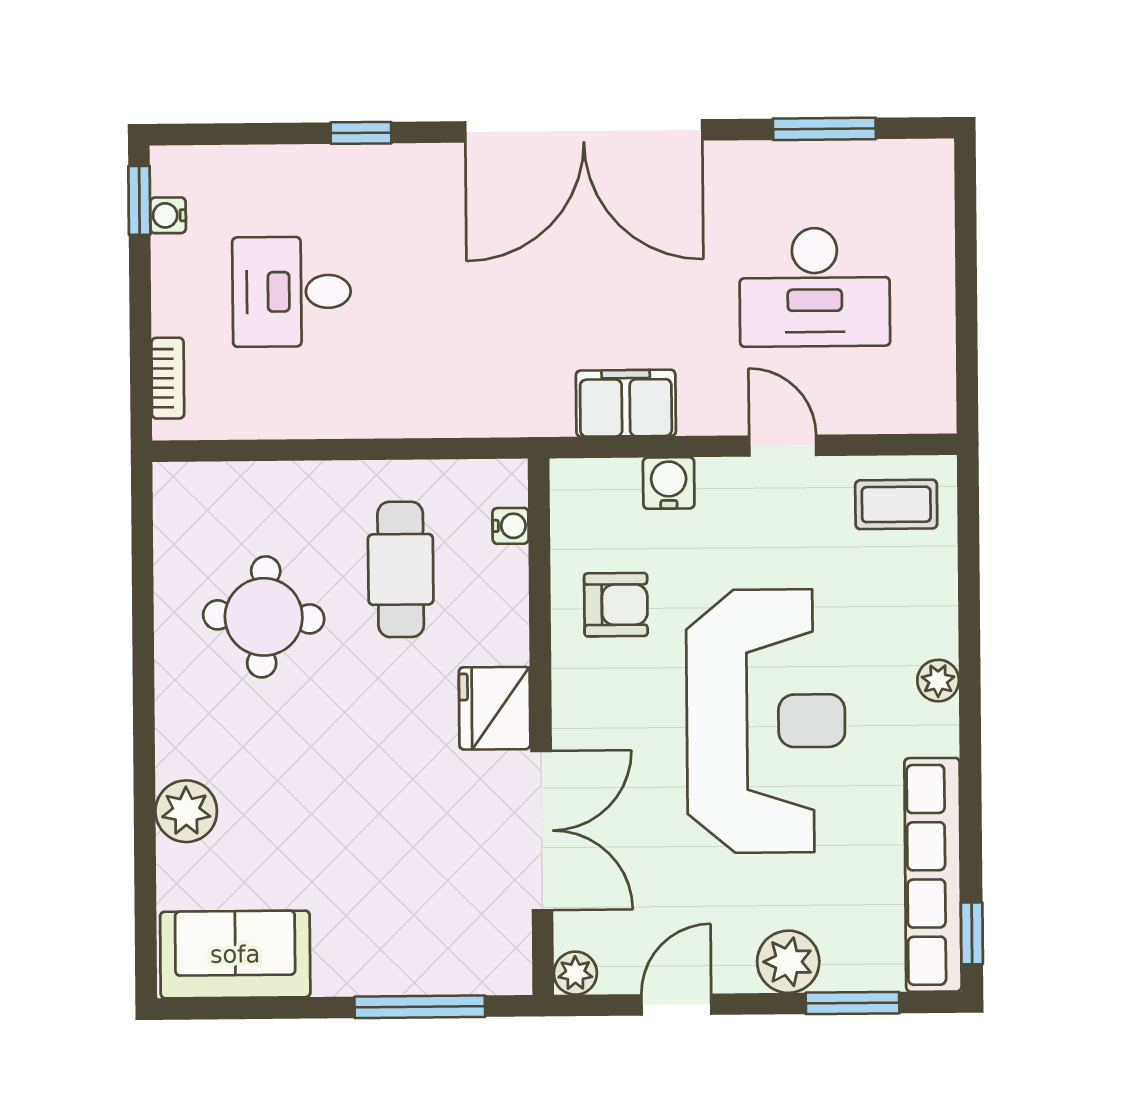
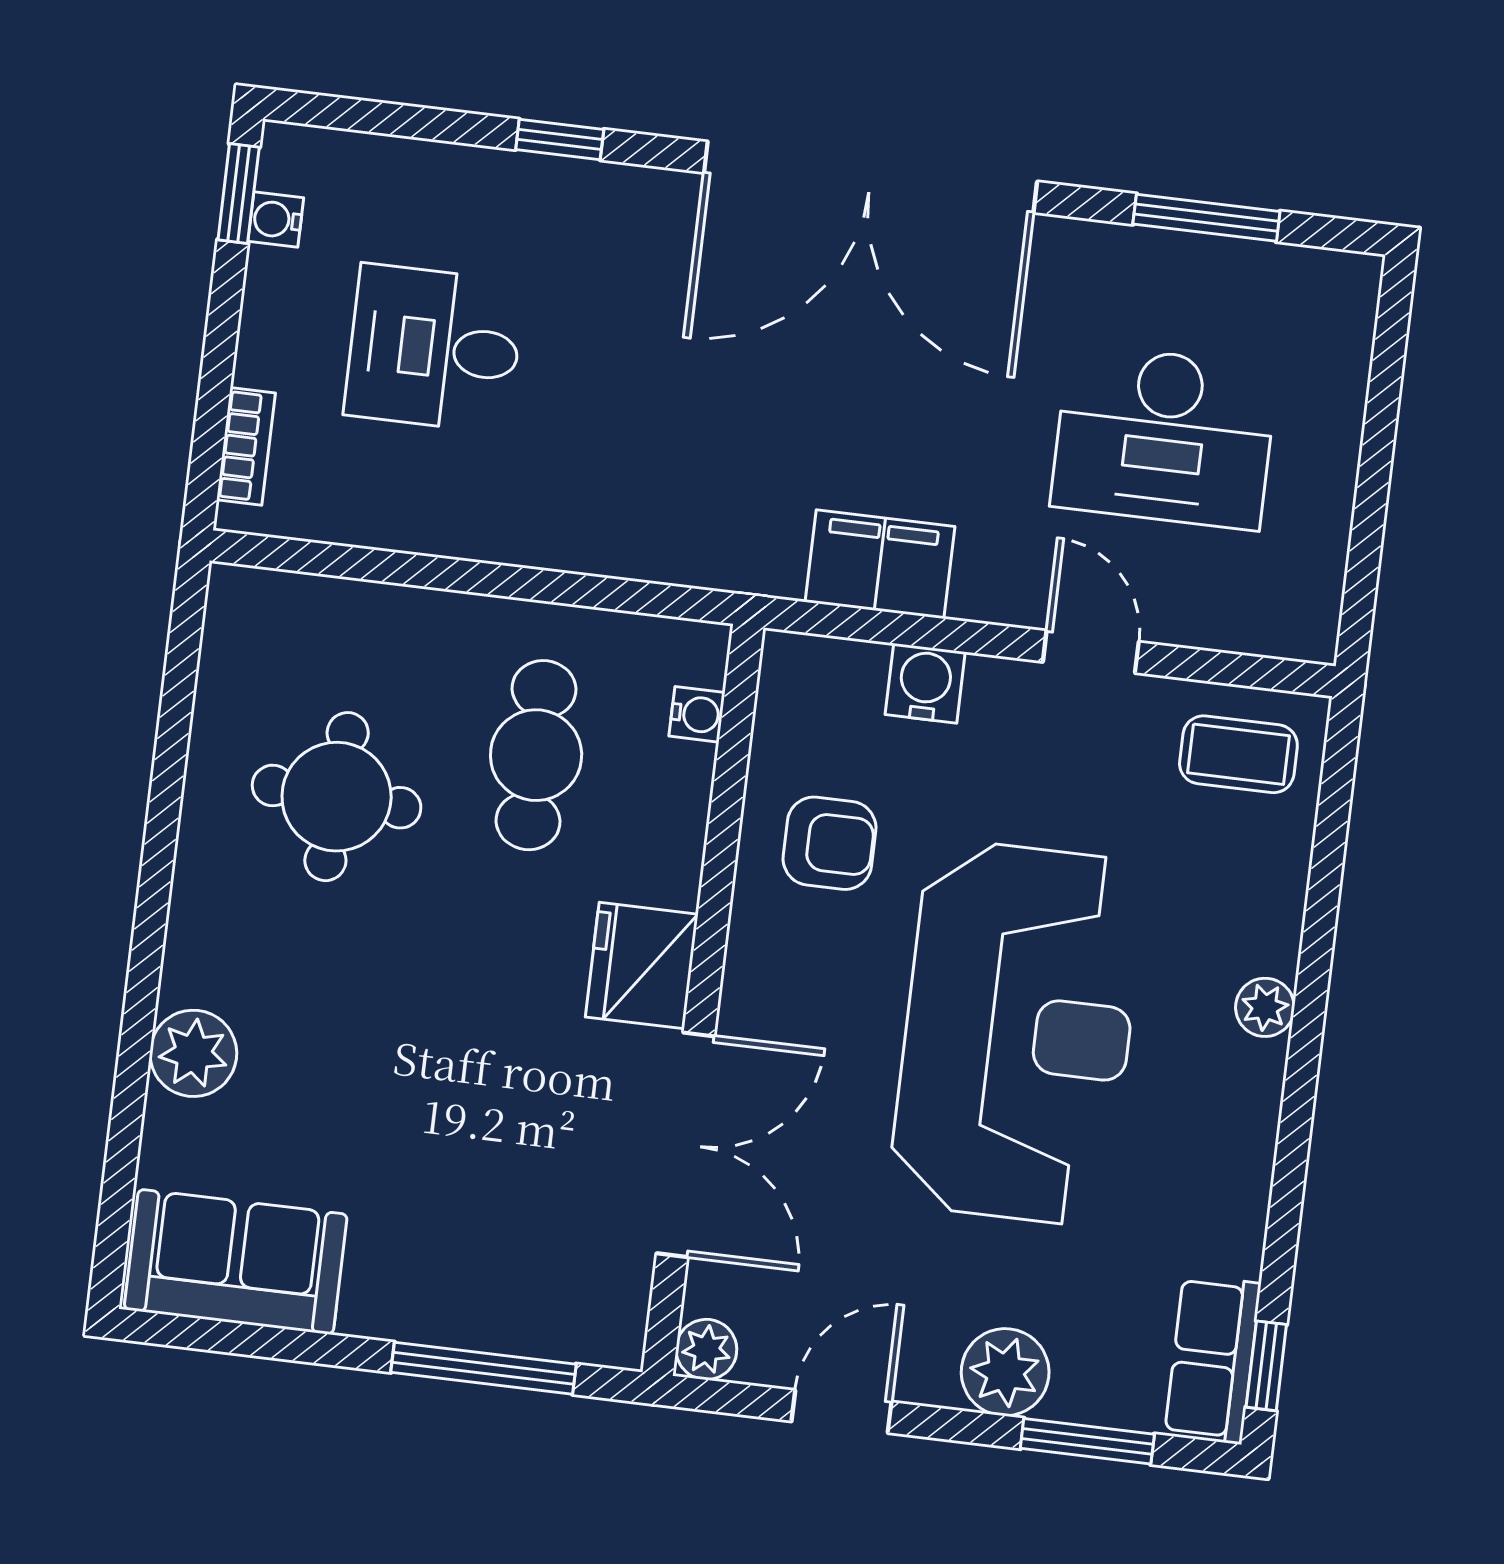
row of seats: (933, 875) -> (1213, 1359), width x0.50

